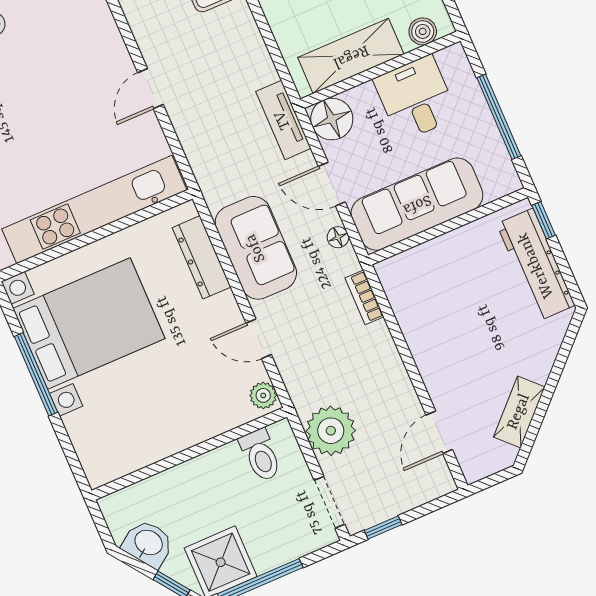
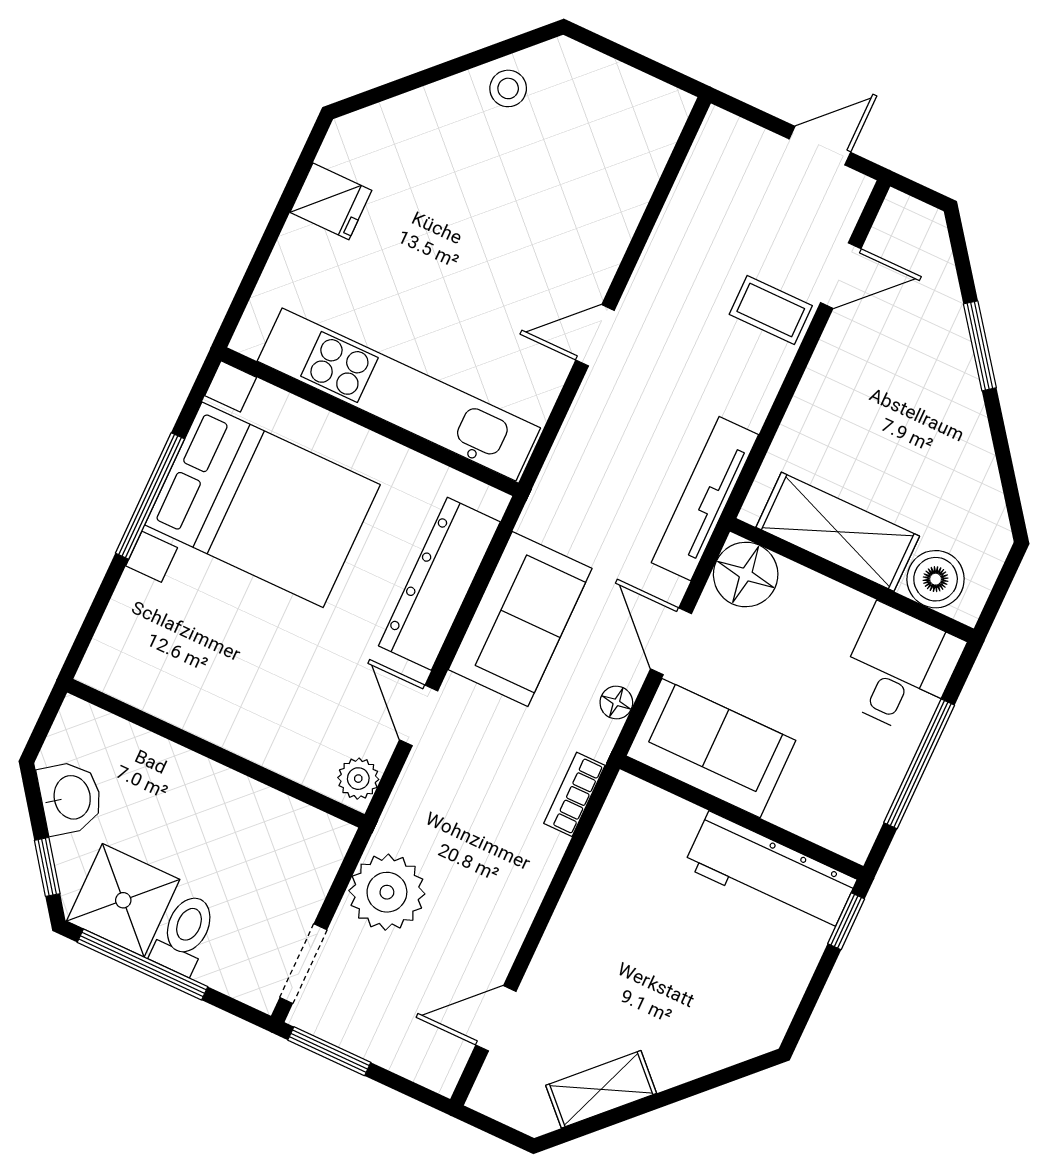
boiler: (423, 31) -> (936, 579), width x1.36, depth x1.36
desk: (416, 98) -> (899, 670), moved
tv unit: (283, 120) -> (705, 499), width x1.41
sofa: (417, 204) -> (711, 748), width x0.73
dresser: (202, 257) -> (439, 584), width x1.37, depth x1.24
workbench: (536, 265) -> (770, 873), moved, turned -90
toilet: (261, 455) -> (185, 934), moved, turned 180
window: (383, 527) -> (329, 1051), width x1.50

